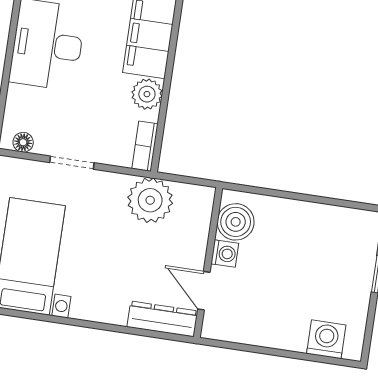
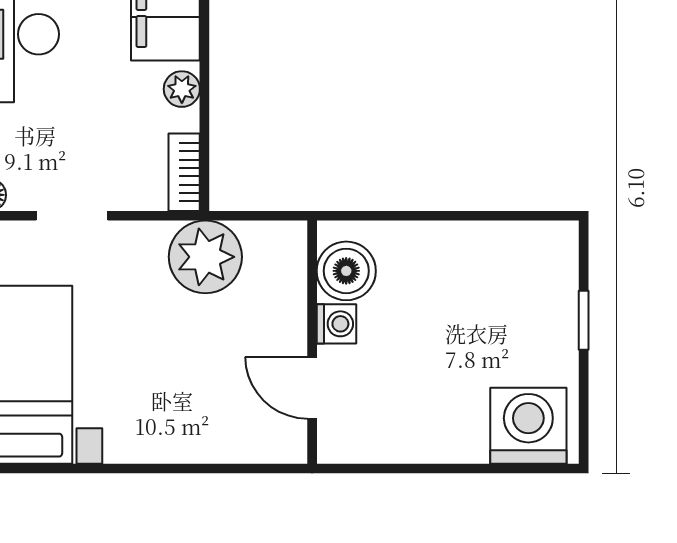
plant: (147, 94) -> (182, 89), width x0.73, depth x0.73
dresser: (162, 319) -> (253, 443), removed
washing machine: (326, 339) -> (528, 426), width x1.37, depth x1.37

